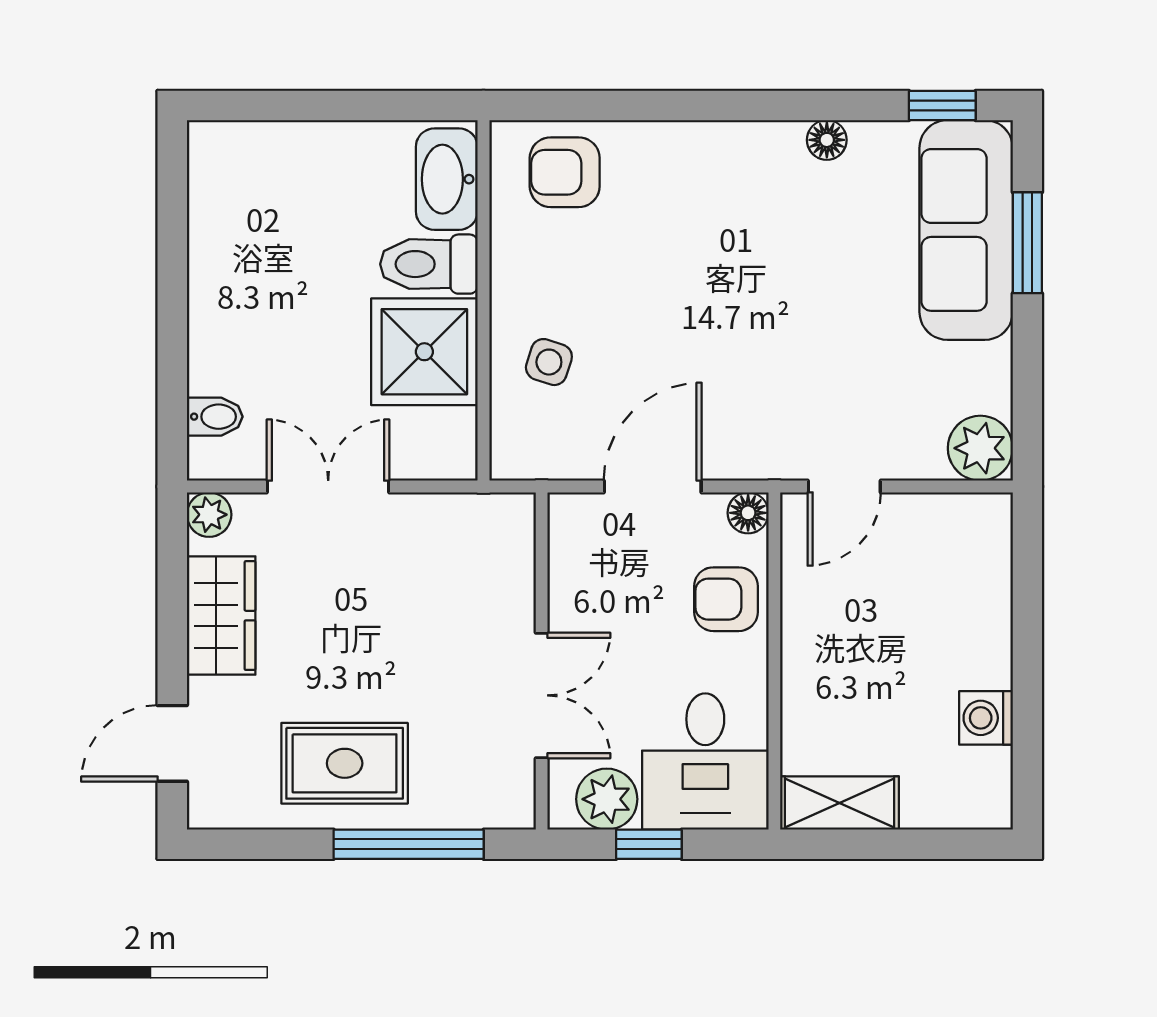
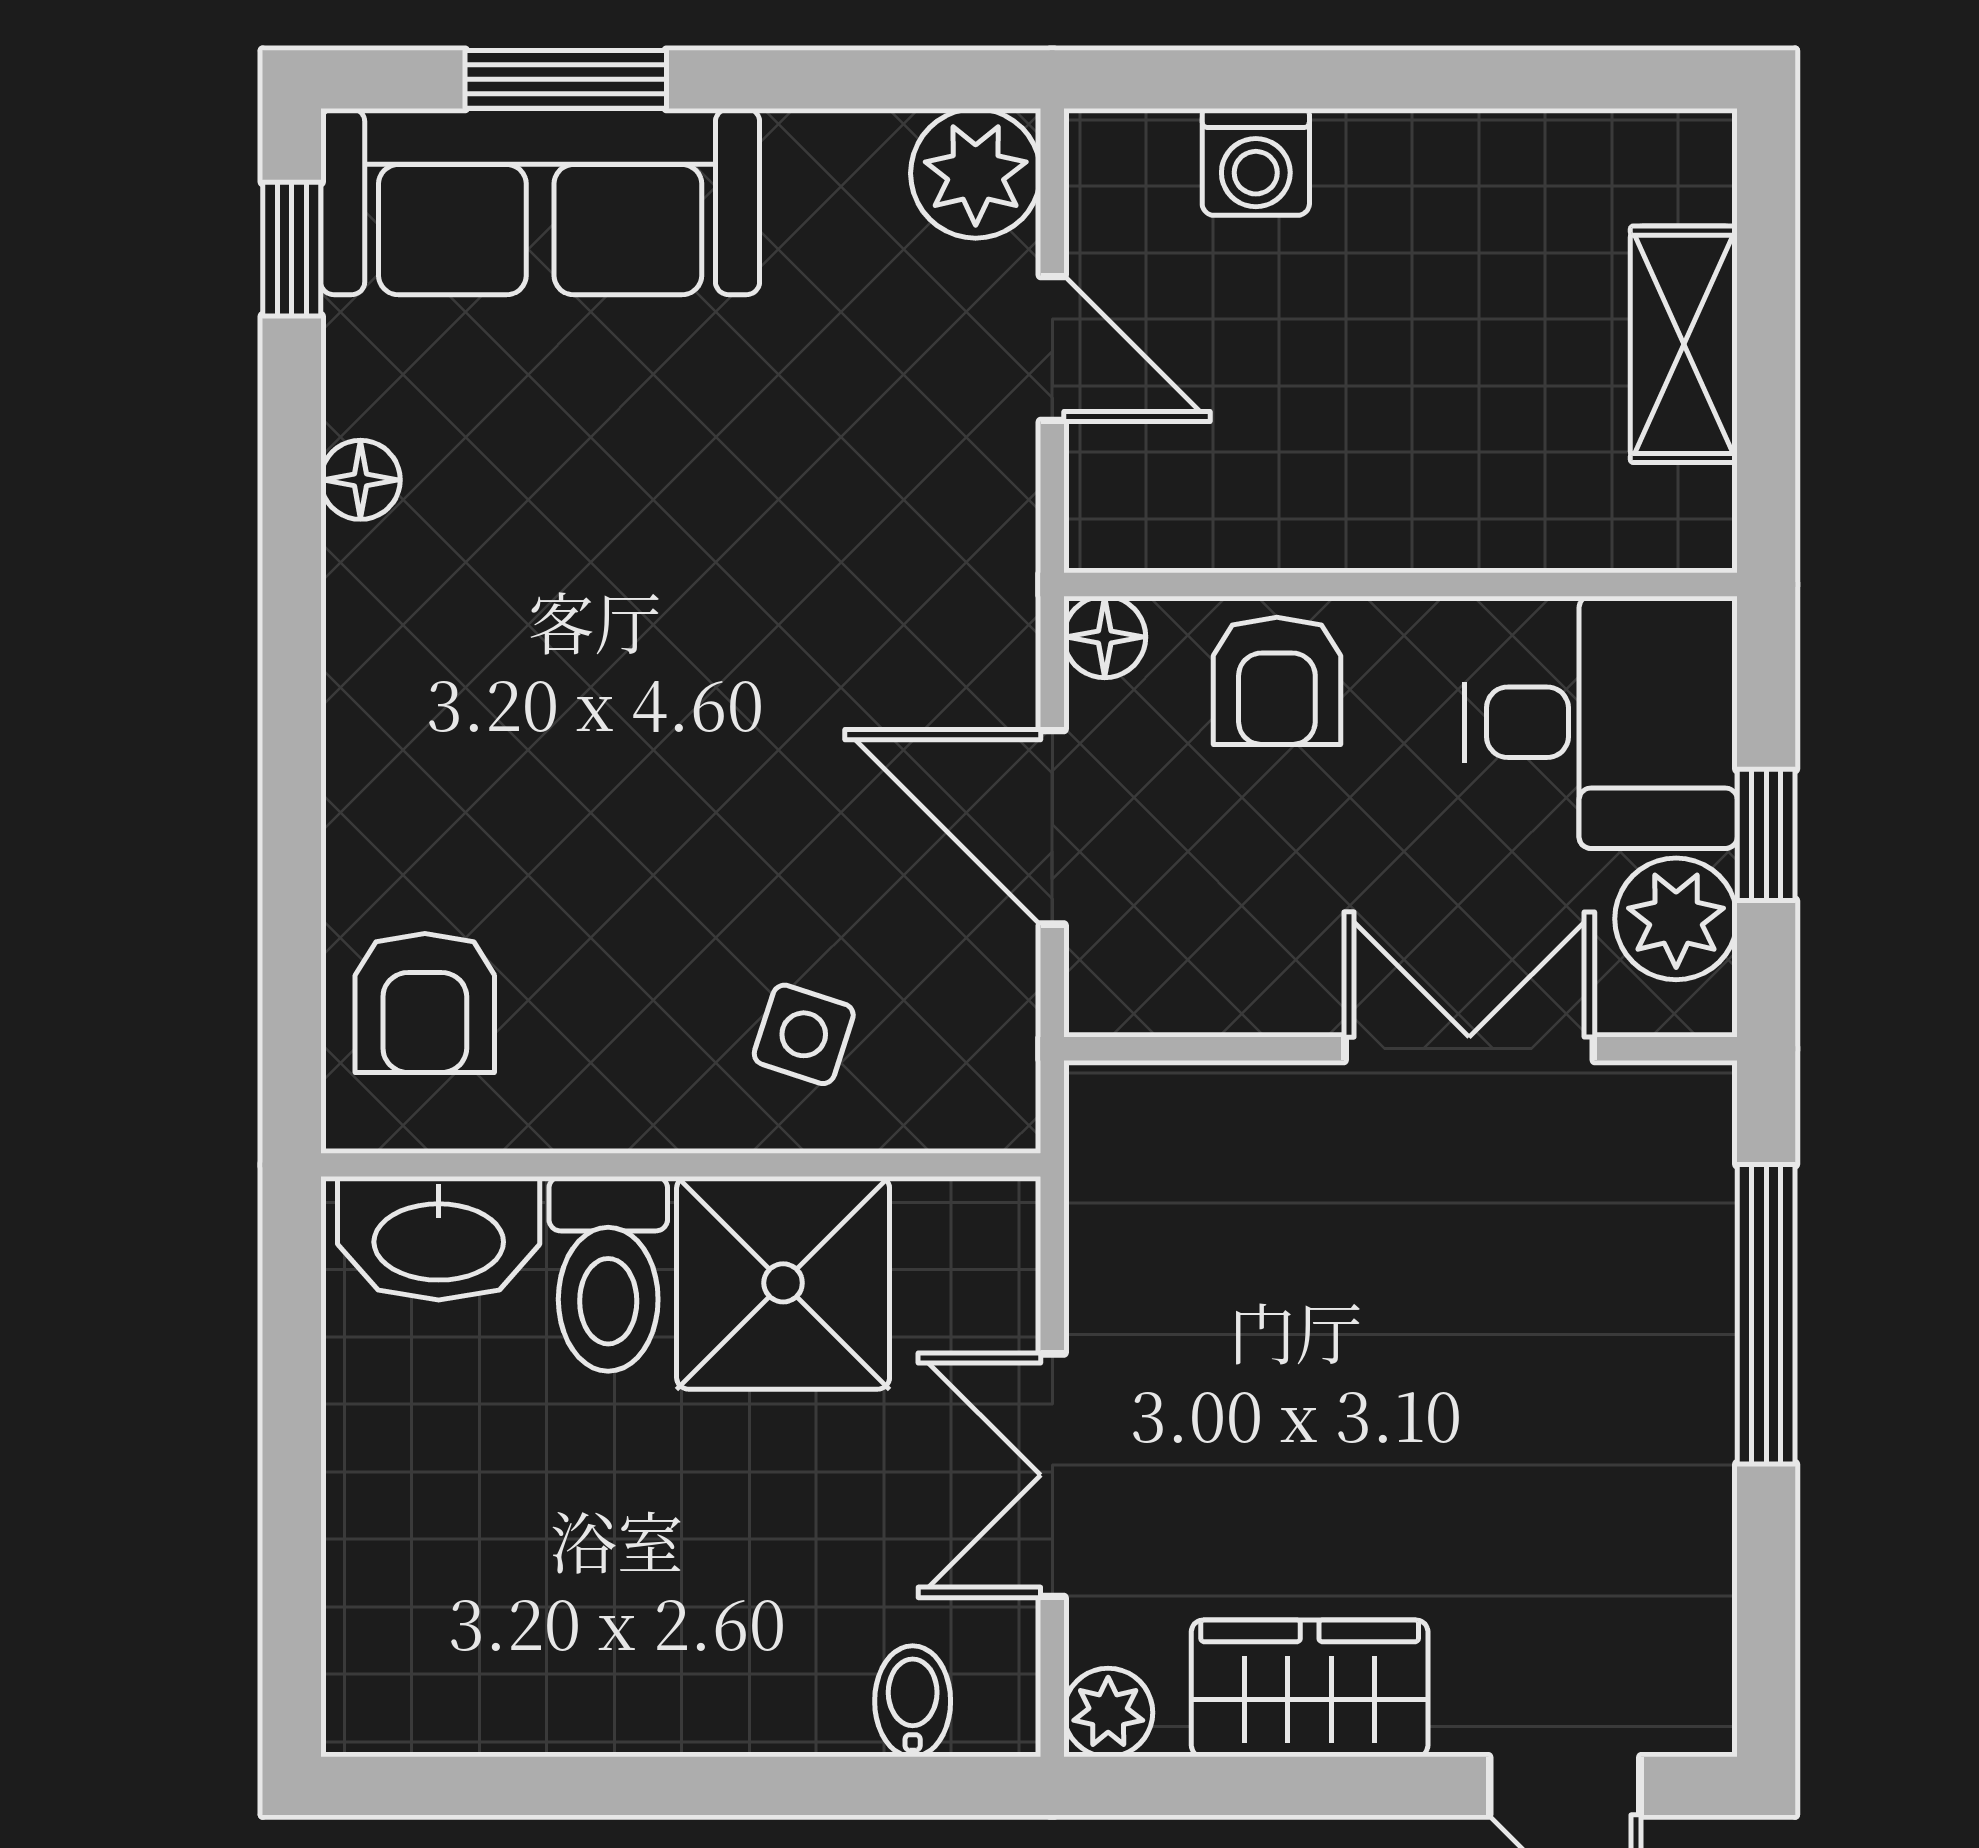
door: (844, 487) -> (1052, 349), moved
washing machine: (986, 718) -> (1256, 162), moved
rug: (345, 763) -> (1604, 1442), removed
shelving: (840, 803) -> (1684, 344), moved

